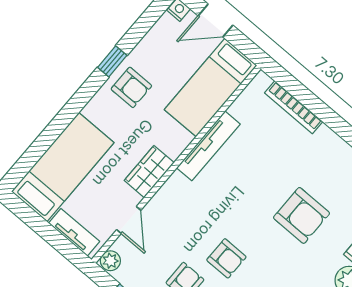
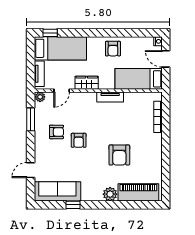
window: (112, 61) -> (50, 33), moved
tv unit: (208, 146) -> (110, 97), width x0.71

